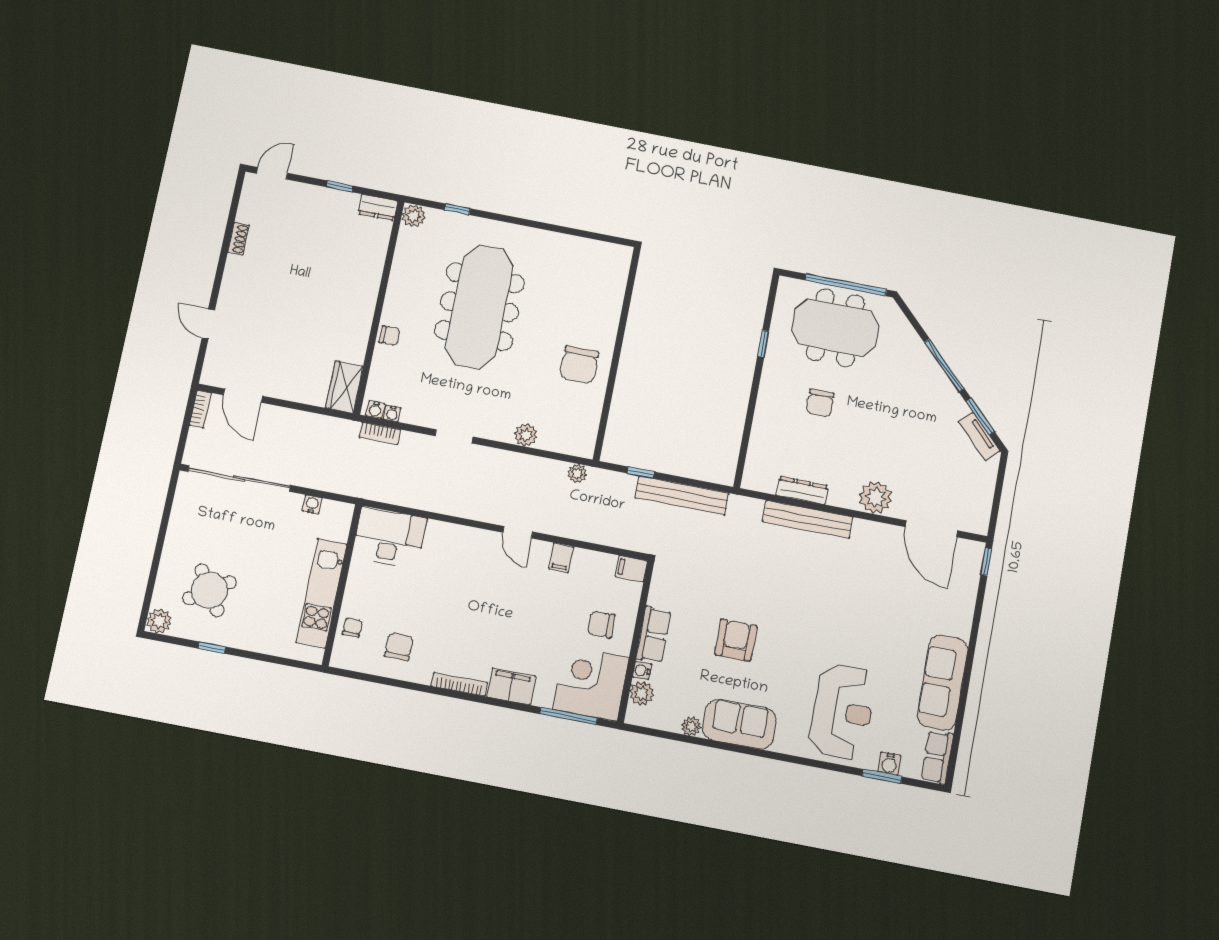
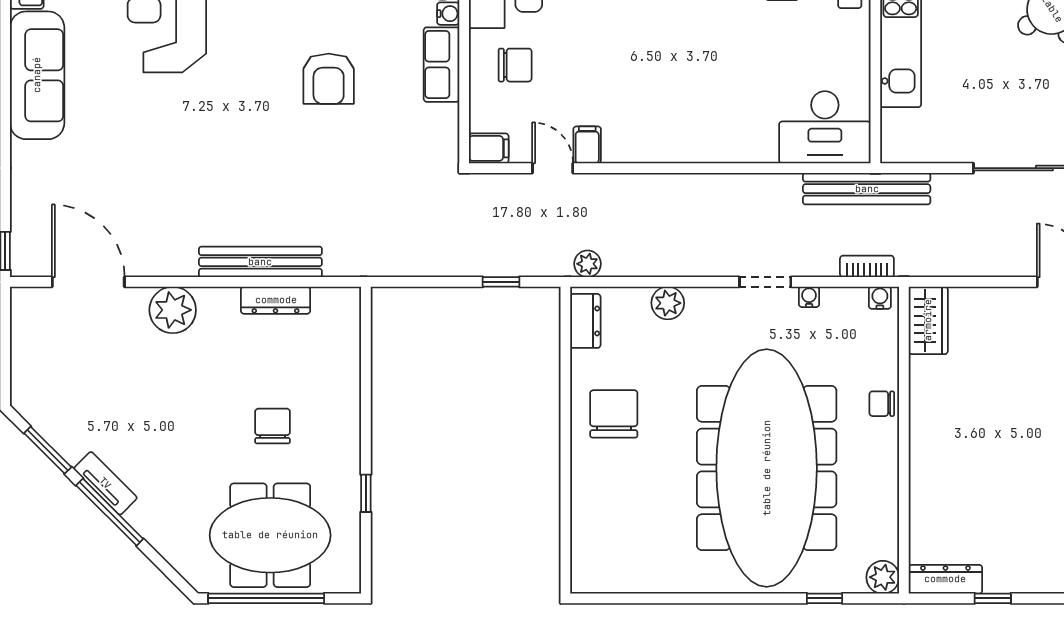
dresser: (378, 207) -> (945, 579), width x1.44
meeting table: (479, 307) -> (767, 468), width x1.36, depth x1.27
water cooler: (392, 413) -> (809, 297), moved
dresser: (587, 434) -> (585, 321), added
tv unit: (979, 437) -> (105, 483), moved
bench: (682, 496) -> (867, 189), moved
water cooler: (312, 504) -> (939, 152), removed
door: (518, 532) -> (553, 168), moved

